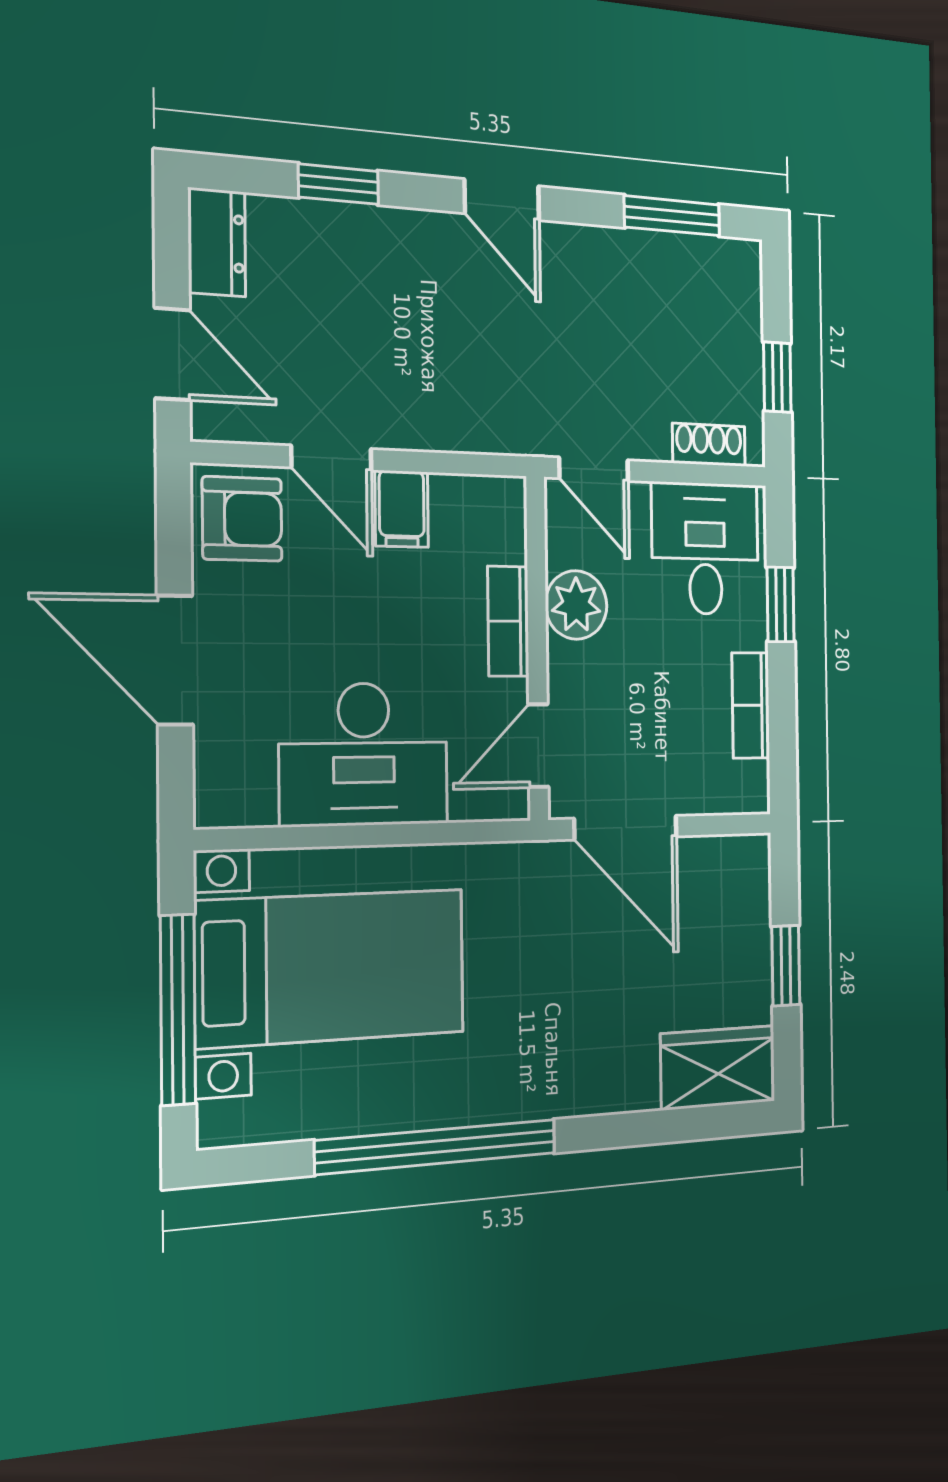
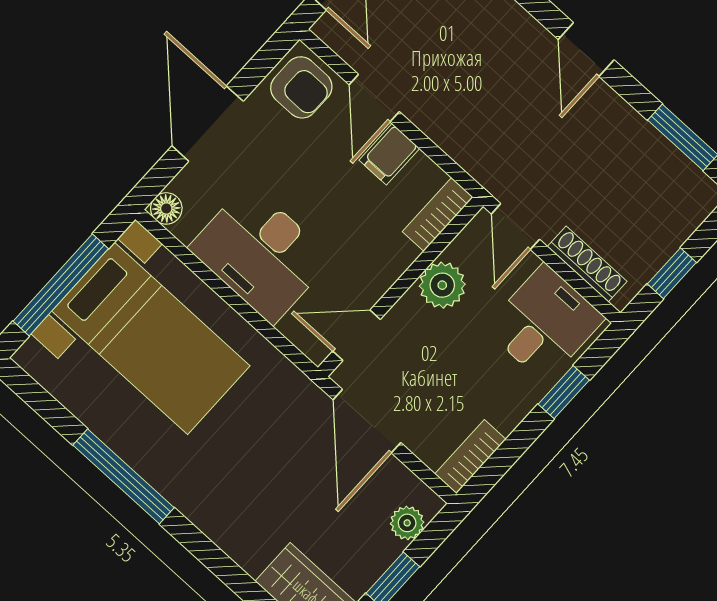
shoe rack: (709, 445) -> (587, 264), width x1.43
bookcase: (508, 621) -> (438, 214), moved
bookcase: (751, 705) -> (470, 457), moved
floor lamp: (217, 804) -> (166, 208), added
plant: (751, 893) -> (407, 523), added
window: (437, 1147) -> (124, 476), width x0.68

